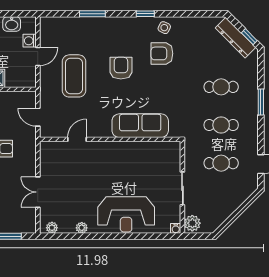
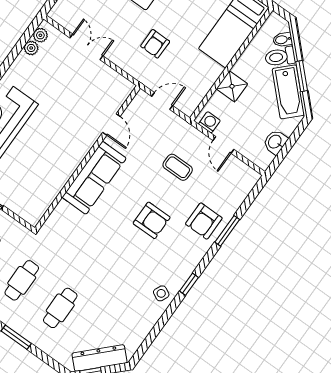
washing machine: (30, 41) -> (209, 122), moved
armchair: (162, 53) -> (204, 221), moved, turned 180
coffee table: (74, 76) -> (178, 167), width x0.54, depth x0.58
sofa: (140, 126) -> (94, 178), moved
plant: (82, 228) -> (31, 48), moved

